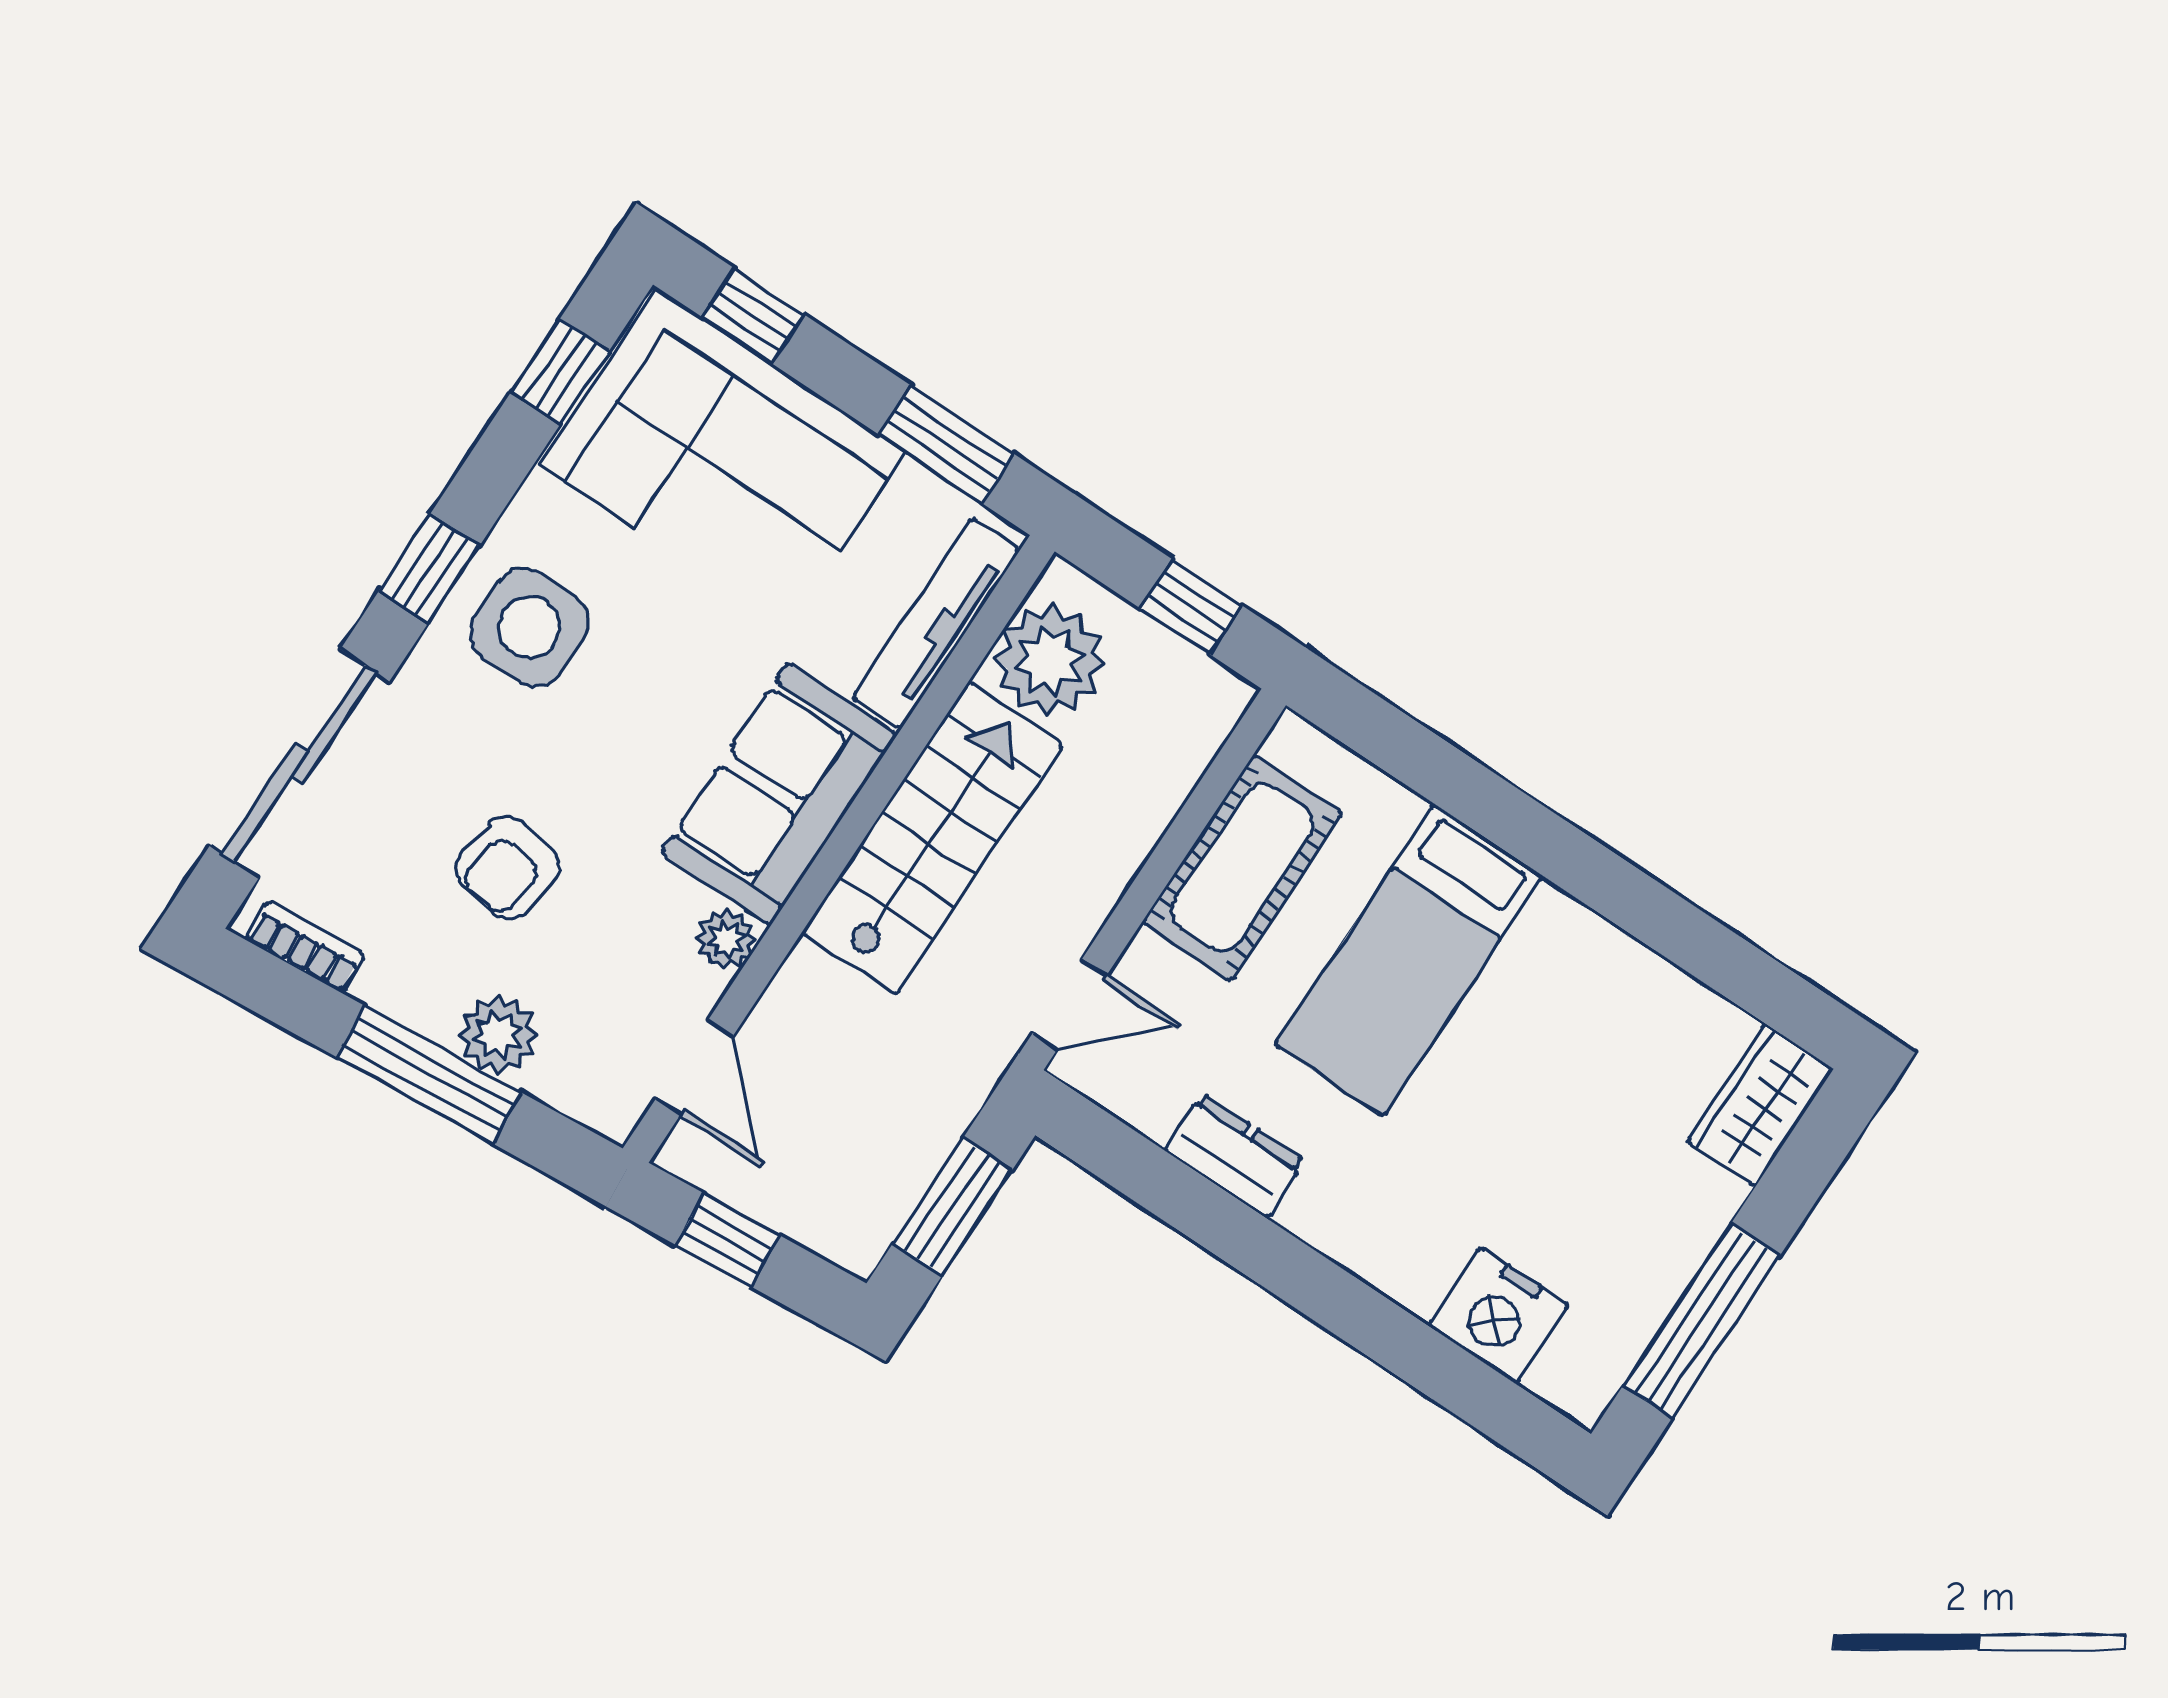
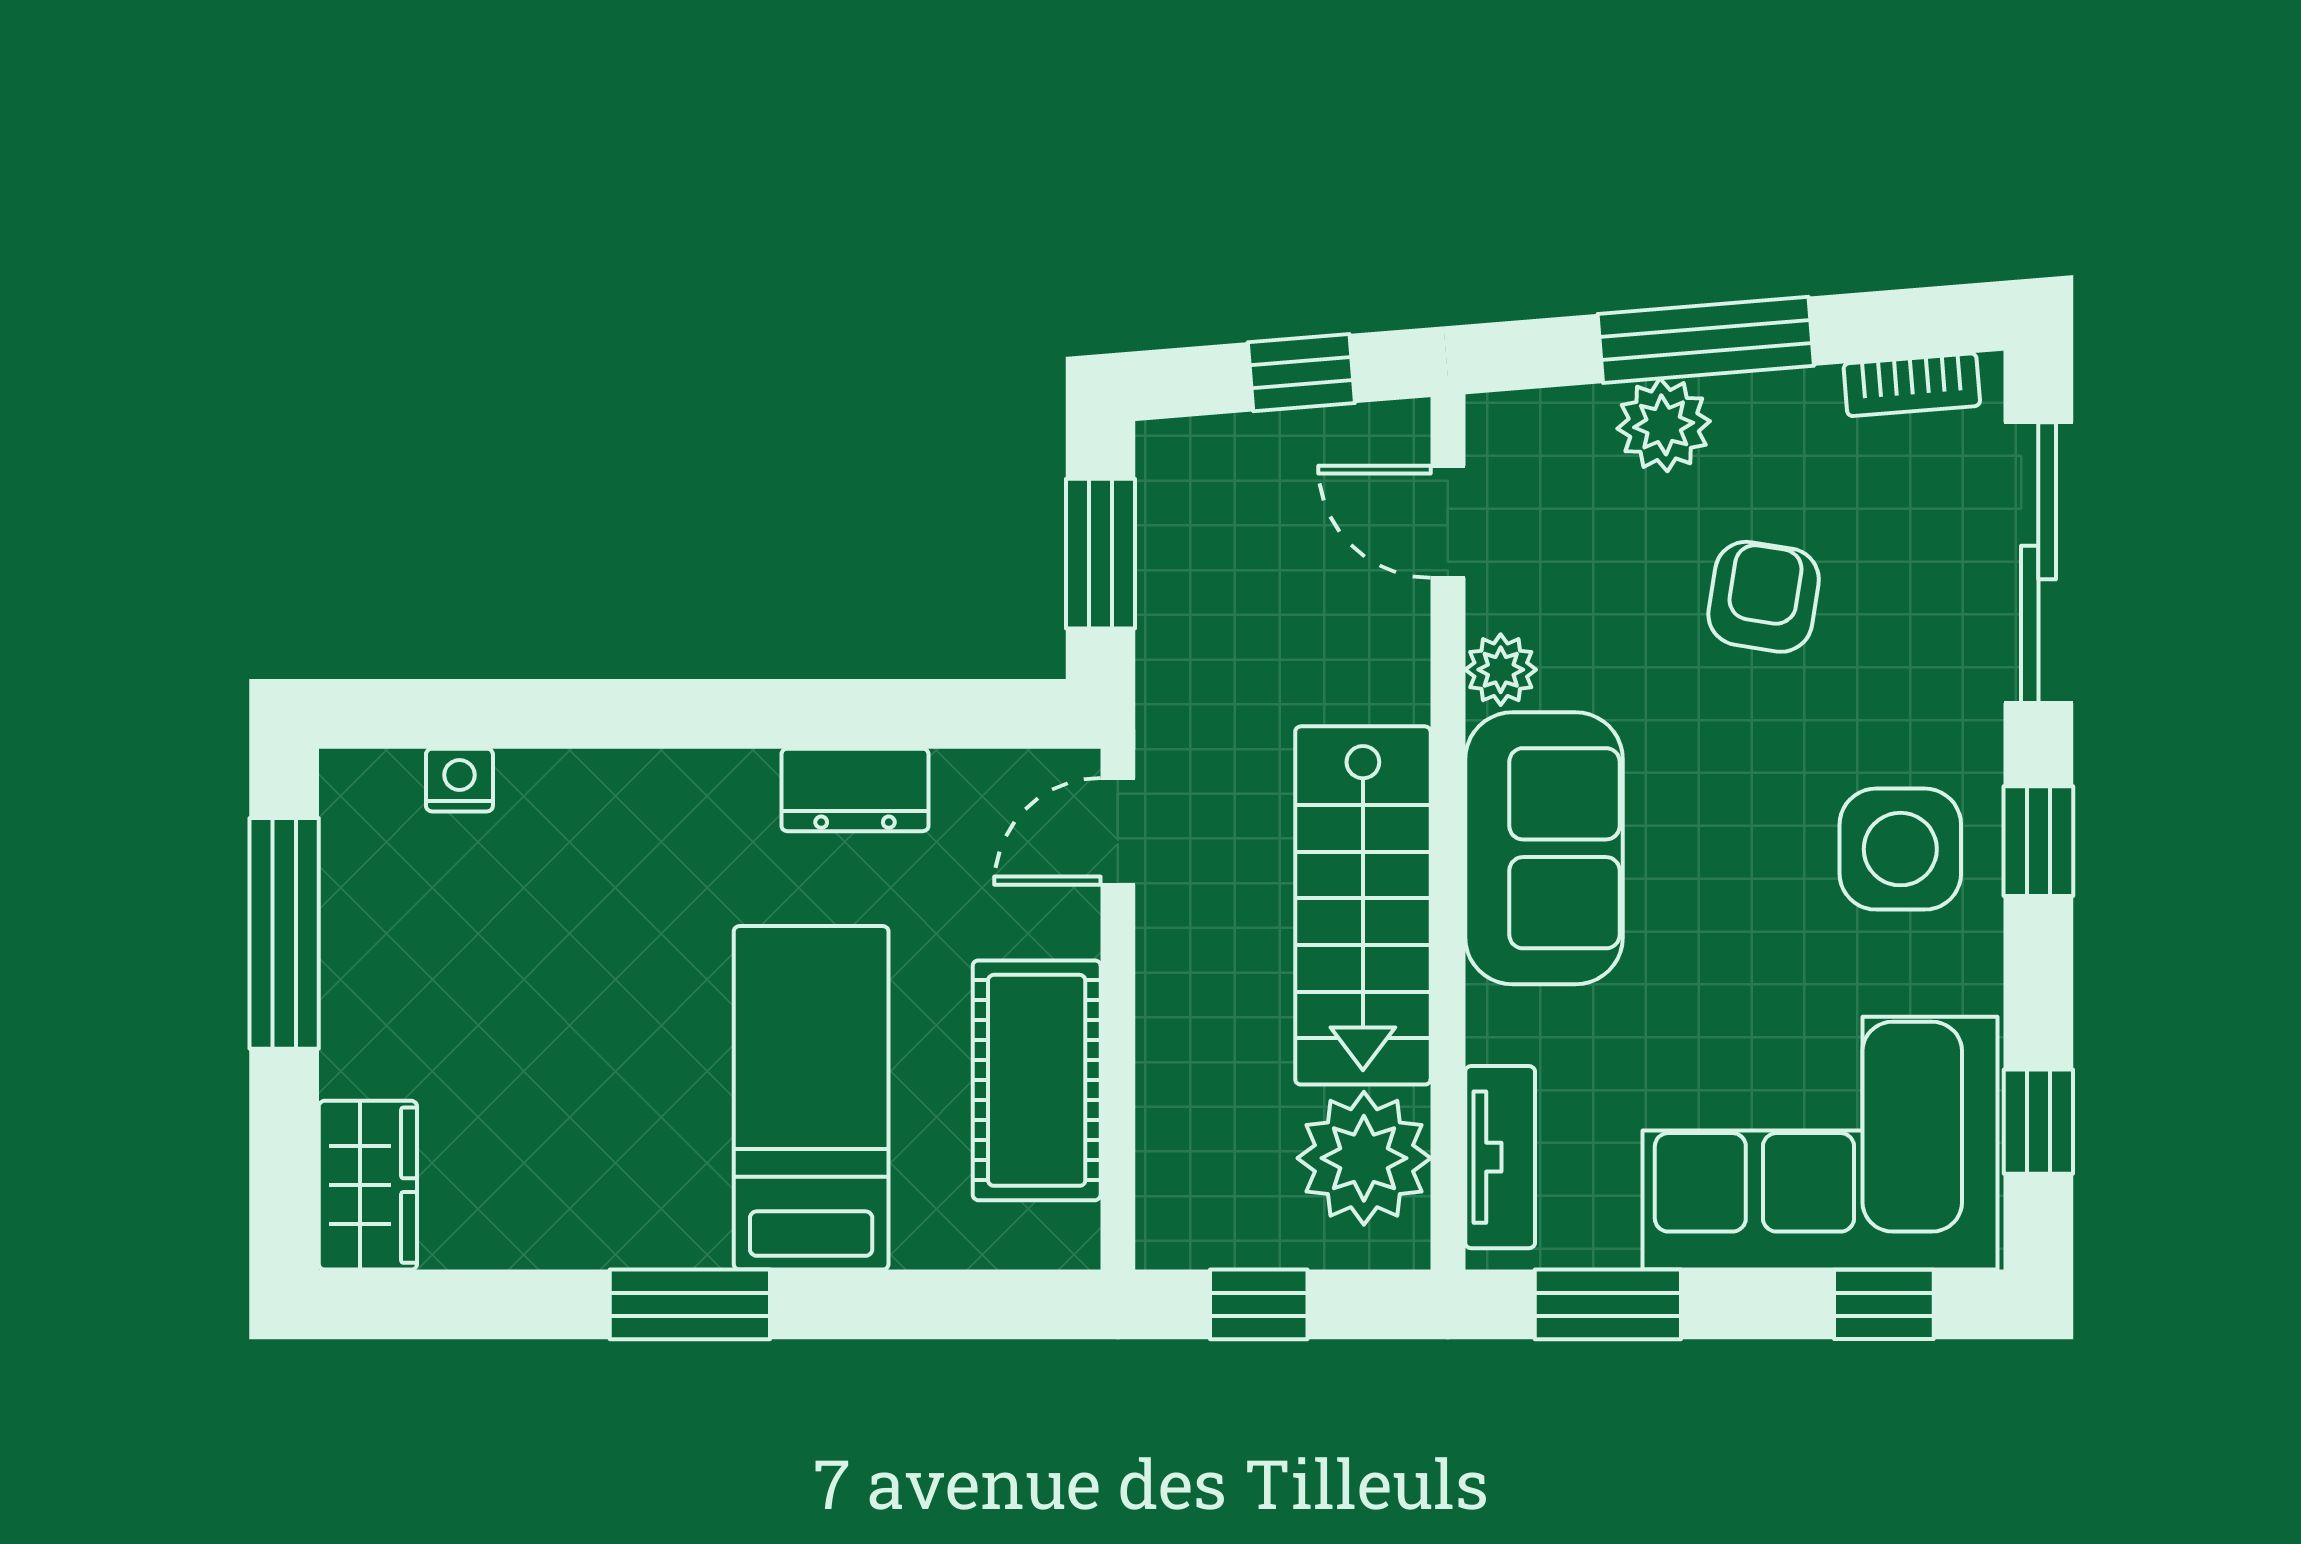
tv unit: (936, 624) -> (1500, 1157), width x0.71
window: (1590, 872) -> (690, 1304), added
nightstand: (1498, 1315) -> (459, 780), width x0.53, depth x0.56

